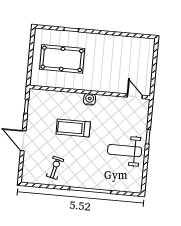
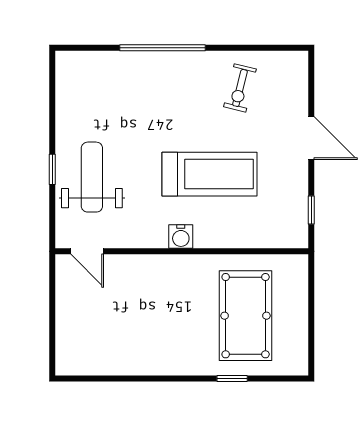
pool table: (62, 59) -> (246, 316), turned 90
treadmill: (73, 128) -> (209, 174), width x1.37, depth x1.38
weight bench: (125, 151) -> (92, 177), moved, turned -90

